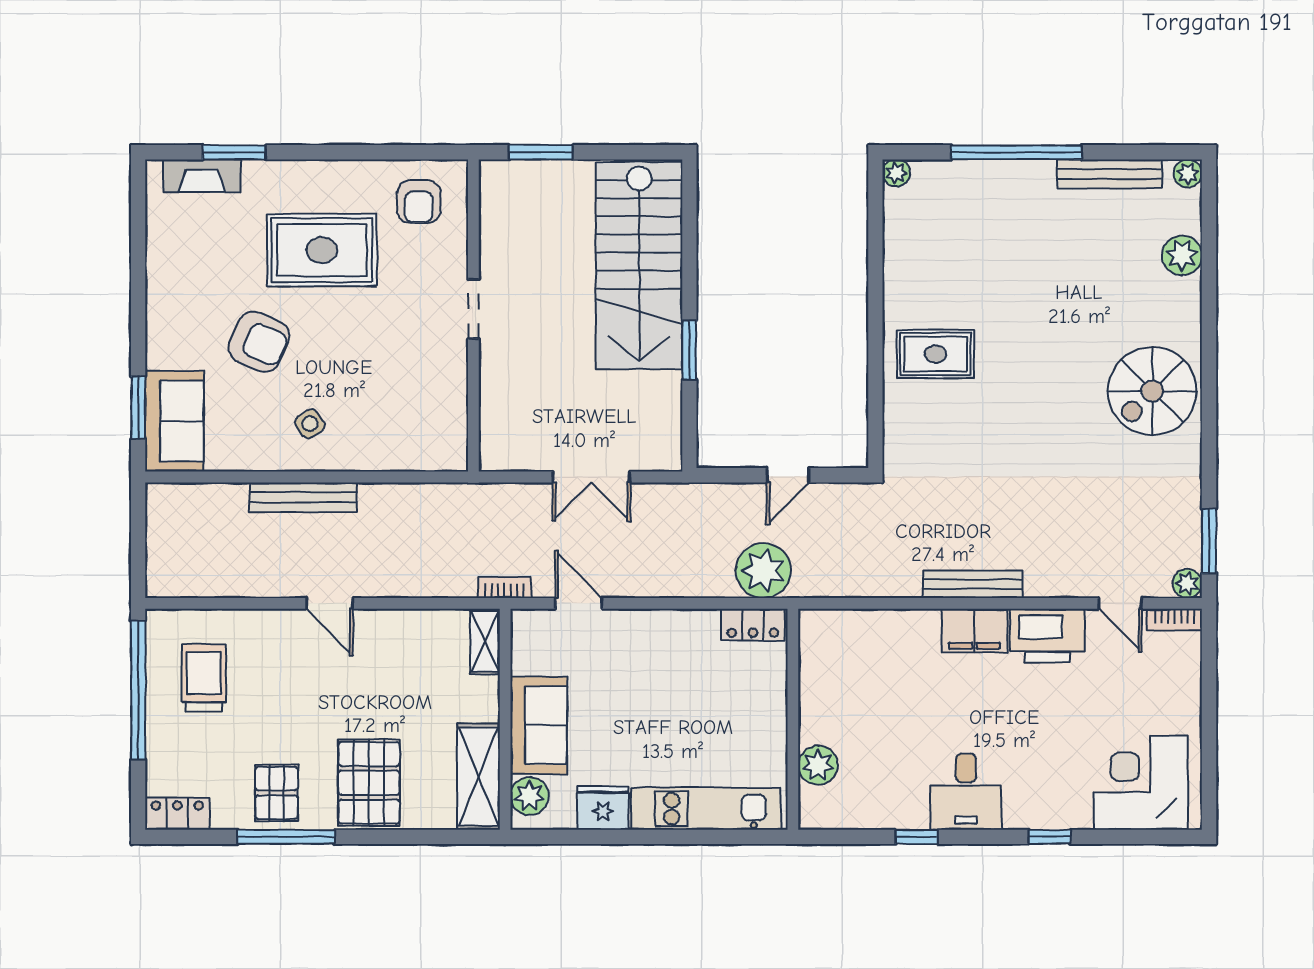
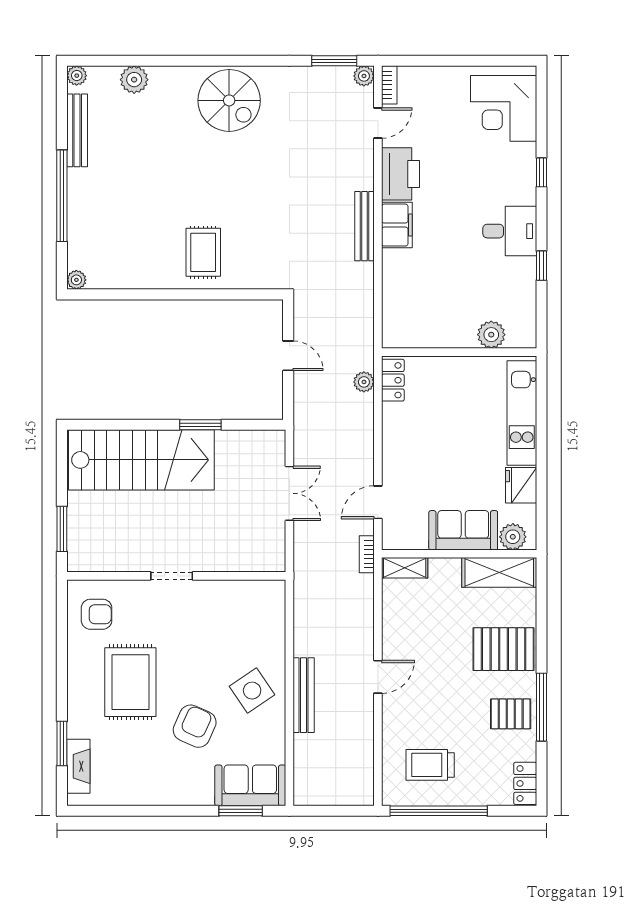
side table: (310, 424) -> (252, 691), width x1.87, depth x1.87
plant: (763, 571) -> (364, 382), width x0.53, depth x0.53

